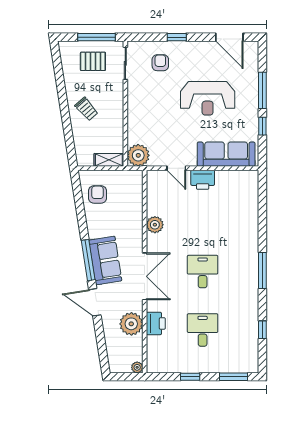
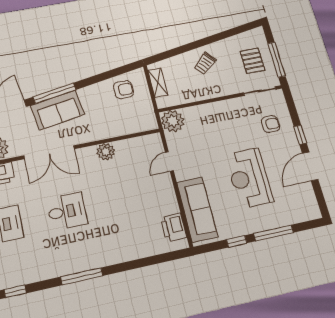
door: (229, 37) -> (310, 166), moved
shelving: (109, 160) -> (158, 83), moved
printer: (203, 180) -> (174, 227), moved

